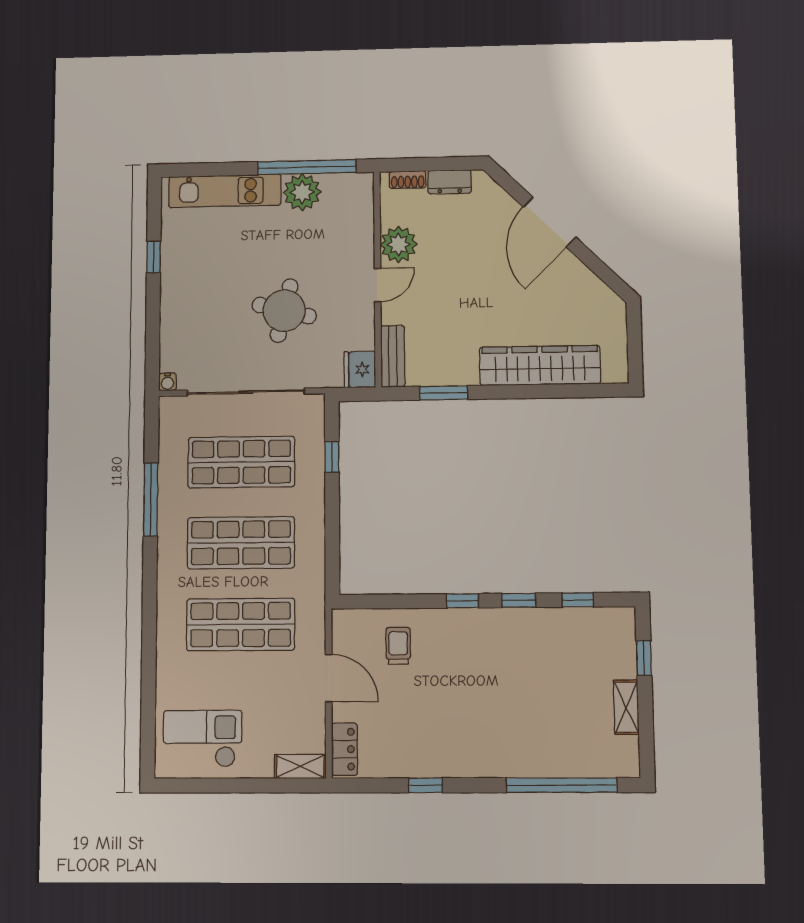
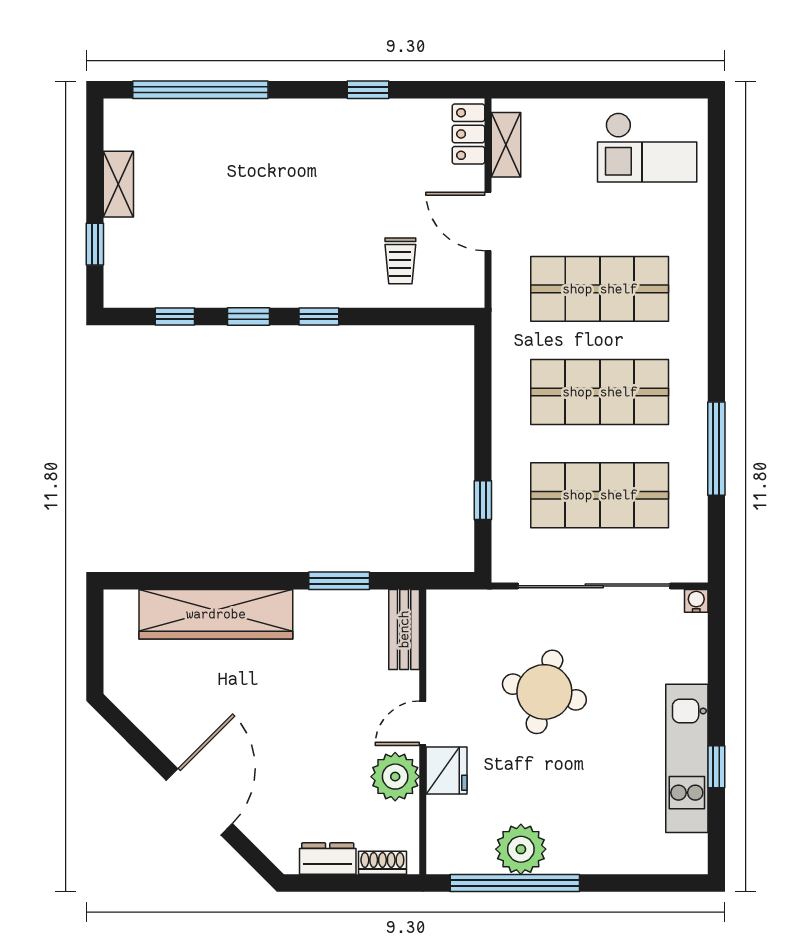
kitchen unit: (225, 191) -> (687, 758), moved, turned -90
fridge: (360, 369) -> (447, 770), moved
shelving: (300, 766) -> (506, 145), moved, turned 90

